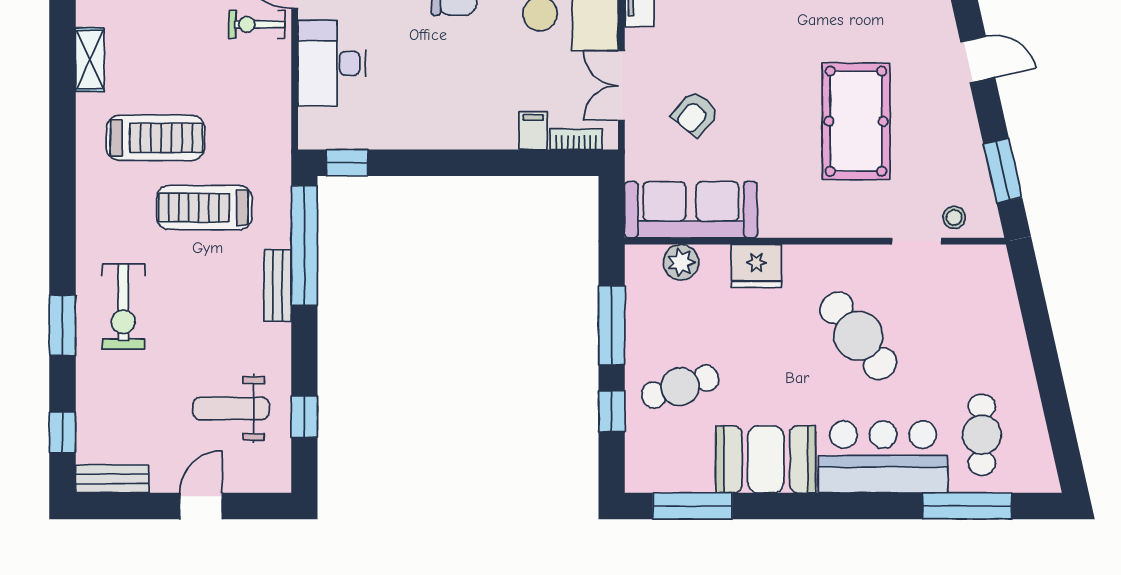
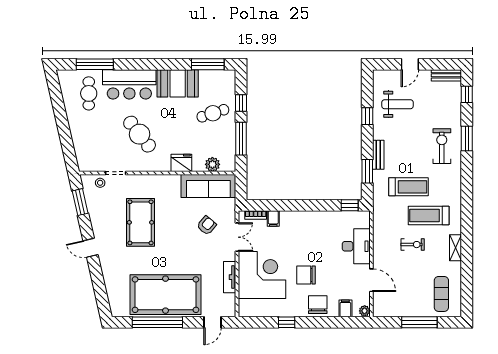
exercise bike: (257, 24) -> (413, 245), moved
window: (304, 246) -> (367, 171), width x0.47
window: (304, 416) -> (367, 116), moved

